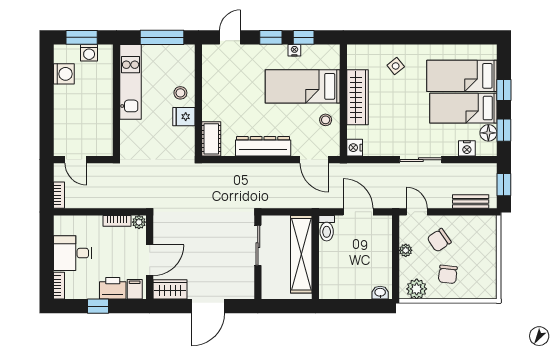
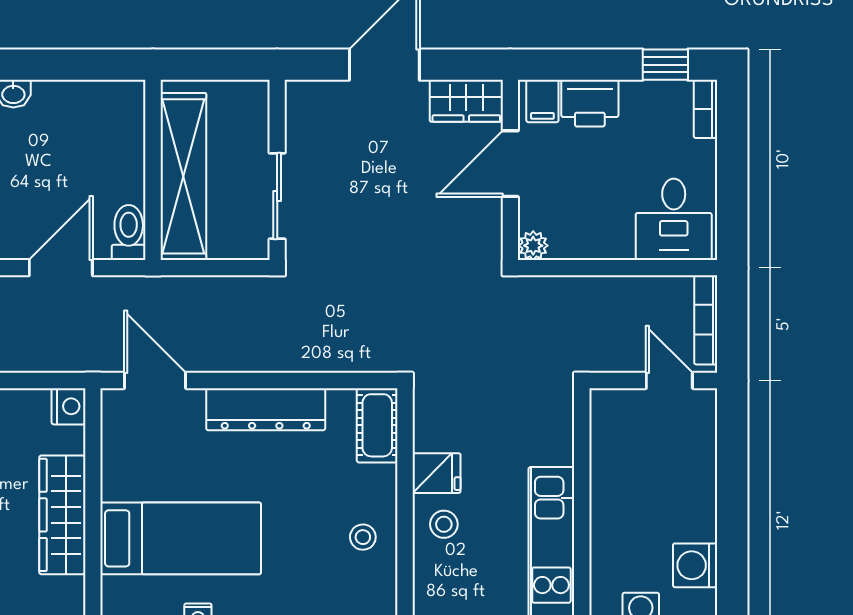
stool: (326, 120) -> (363, 537), moved
bookcase: (59, 195) -> (706, 320), width x1.56
door: (358, 212) -> (61, 268), swing flipped
bookcase: (117, 221) -> (581, 248), removed
desk: (73, 253) -> (674, 219), moved, turned 90
window: (98, 306) -> (665, 65), moved

